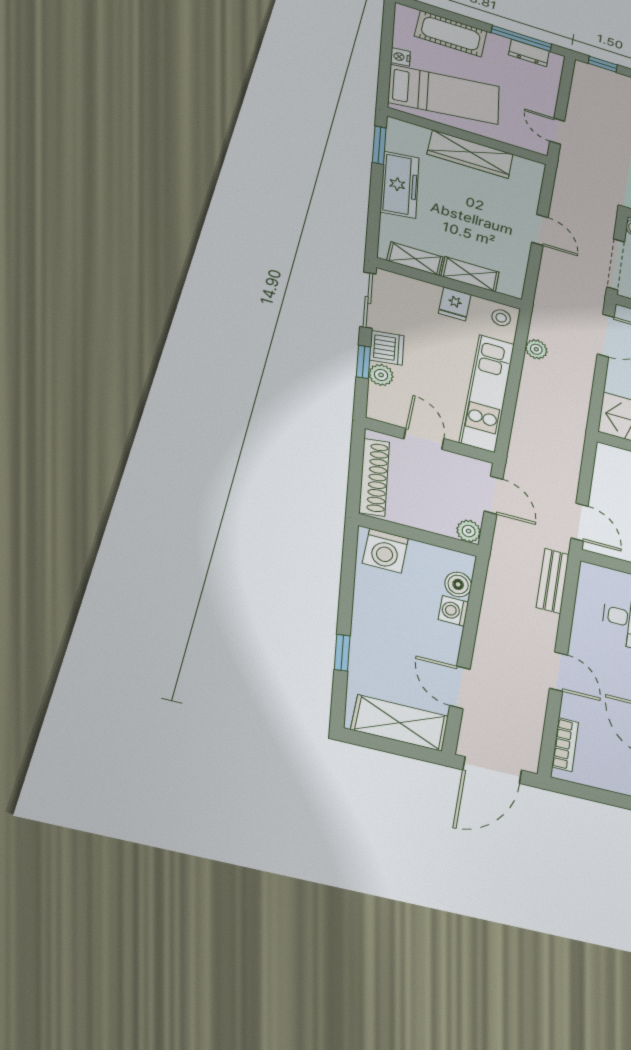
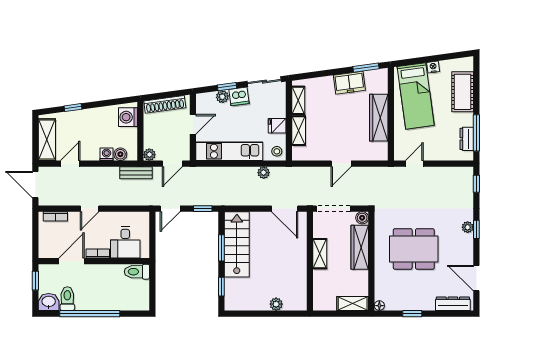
freezer: (400, 185) -> (349, 83), width x0.71
window: (587, 466) -> (203, 209), added
bench: (553, 581) -> (136, 173), moved

